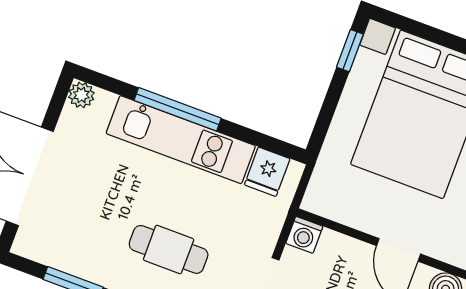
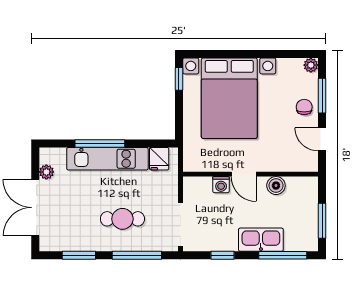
plant: (81, 95) -> (46, 172), moved
washing machine: (304, 235) -> (221, 185), moved

